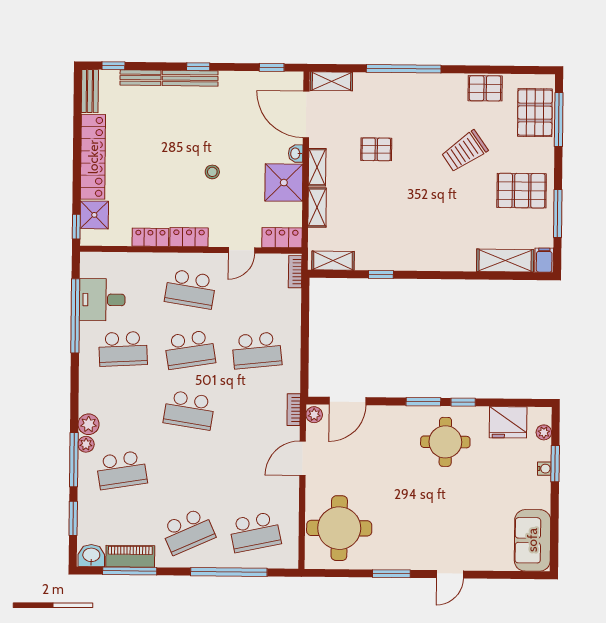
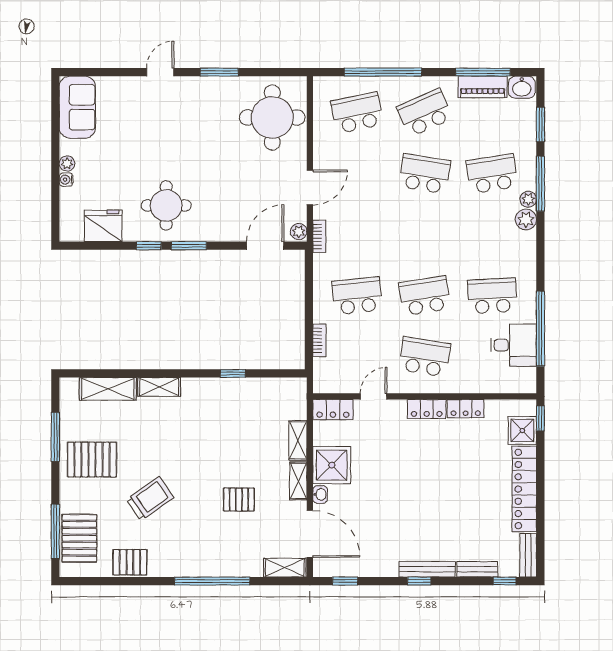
stool: (212, 172) -> (404, 475), removed
filing cabinet: (544, 260) -> (69, 390), removed
shelving: (333, 261) -> (159, 387), moved
bookcase: (295, 272) -> (319, 340), moved
school desk: (189, 410) -> (425, 174), moved
plant: (544, 432) -> (67, 164), moved
window: (555, 464) -> (55, 185), removed

